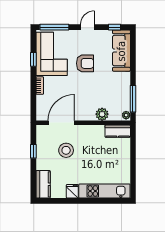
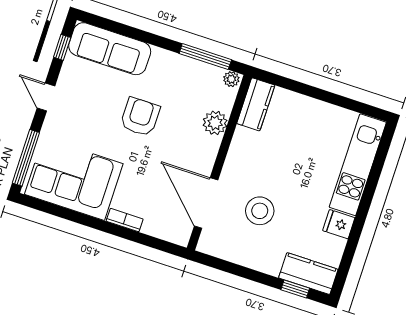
window: (33, 59) -> (73, 216), removed
armchair: (85, 63) -> (140, 117), moved
window: (33, 151) -> (295, 289), moved

